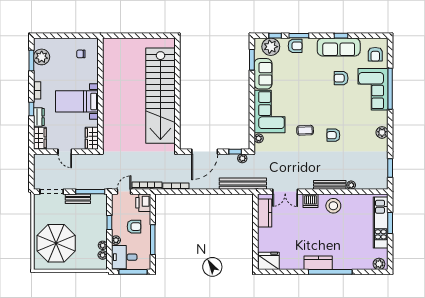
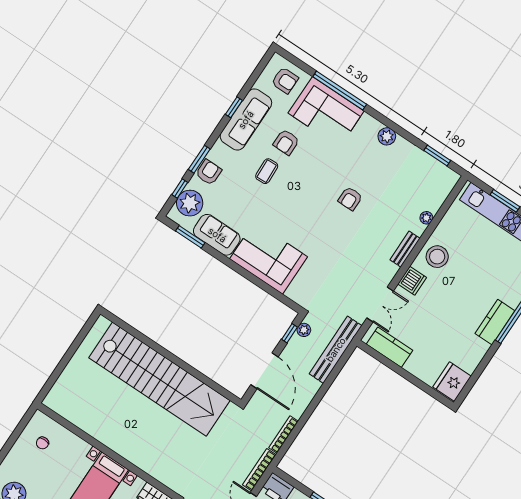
coffee table: (305, 130) -> (267, 171), moved
plant: (259, 138) -> (293, 293), removed
bench: (330, 185) -> (405, 249), width x0.73

